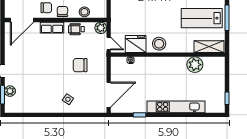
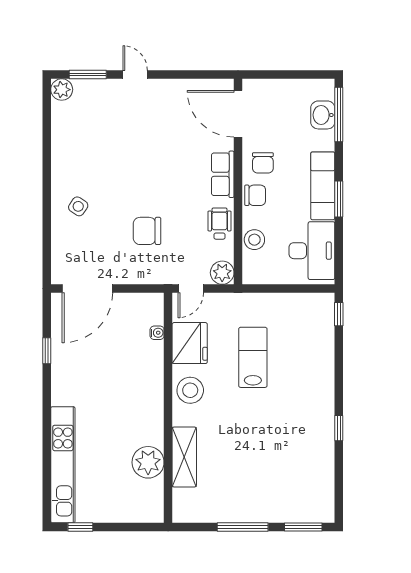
lab bench: (202, 18) -> (253, 357), moved, width x0.73, depth x0.72
shelving: (209, 47) -> (184, 457), moved
chair: (80, 65) -> (147, 231), turned -90
plant: (10, 91) -> (62, 90), moved
door: (109, 95) -> (87, 289), hinge flipped
kitchen unit: (176, 107) -> (63, 465), moved

